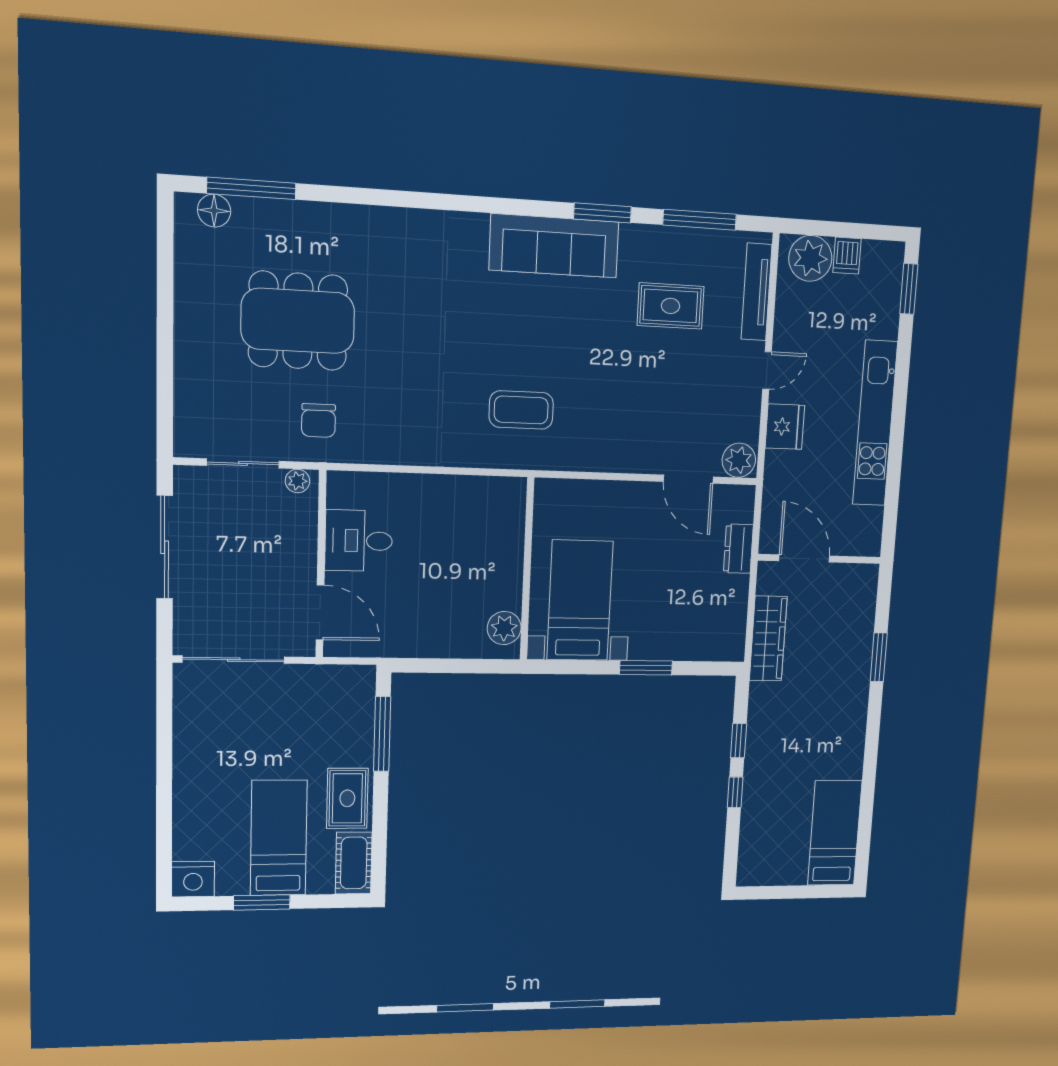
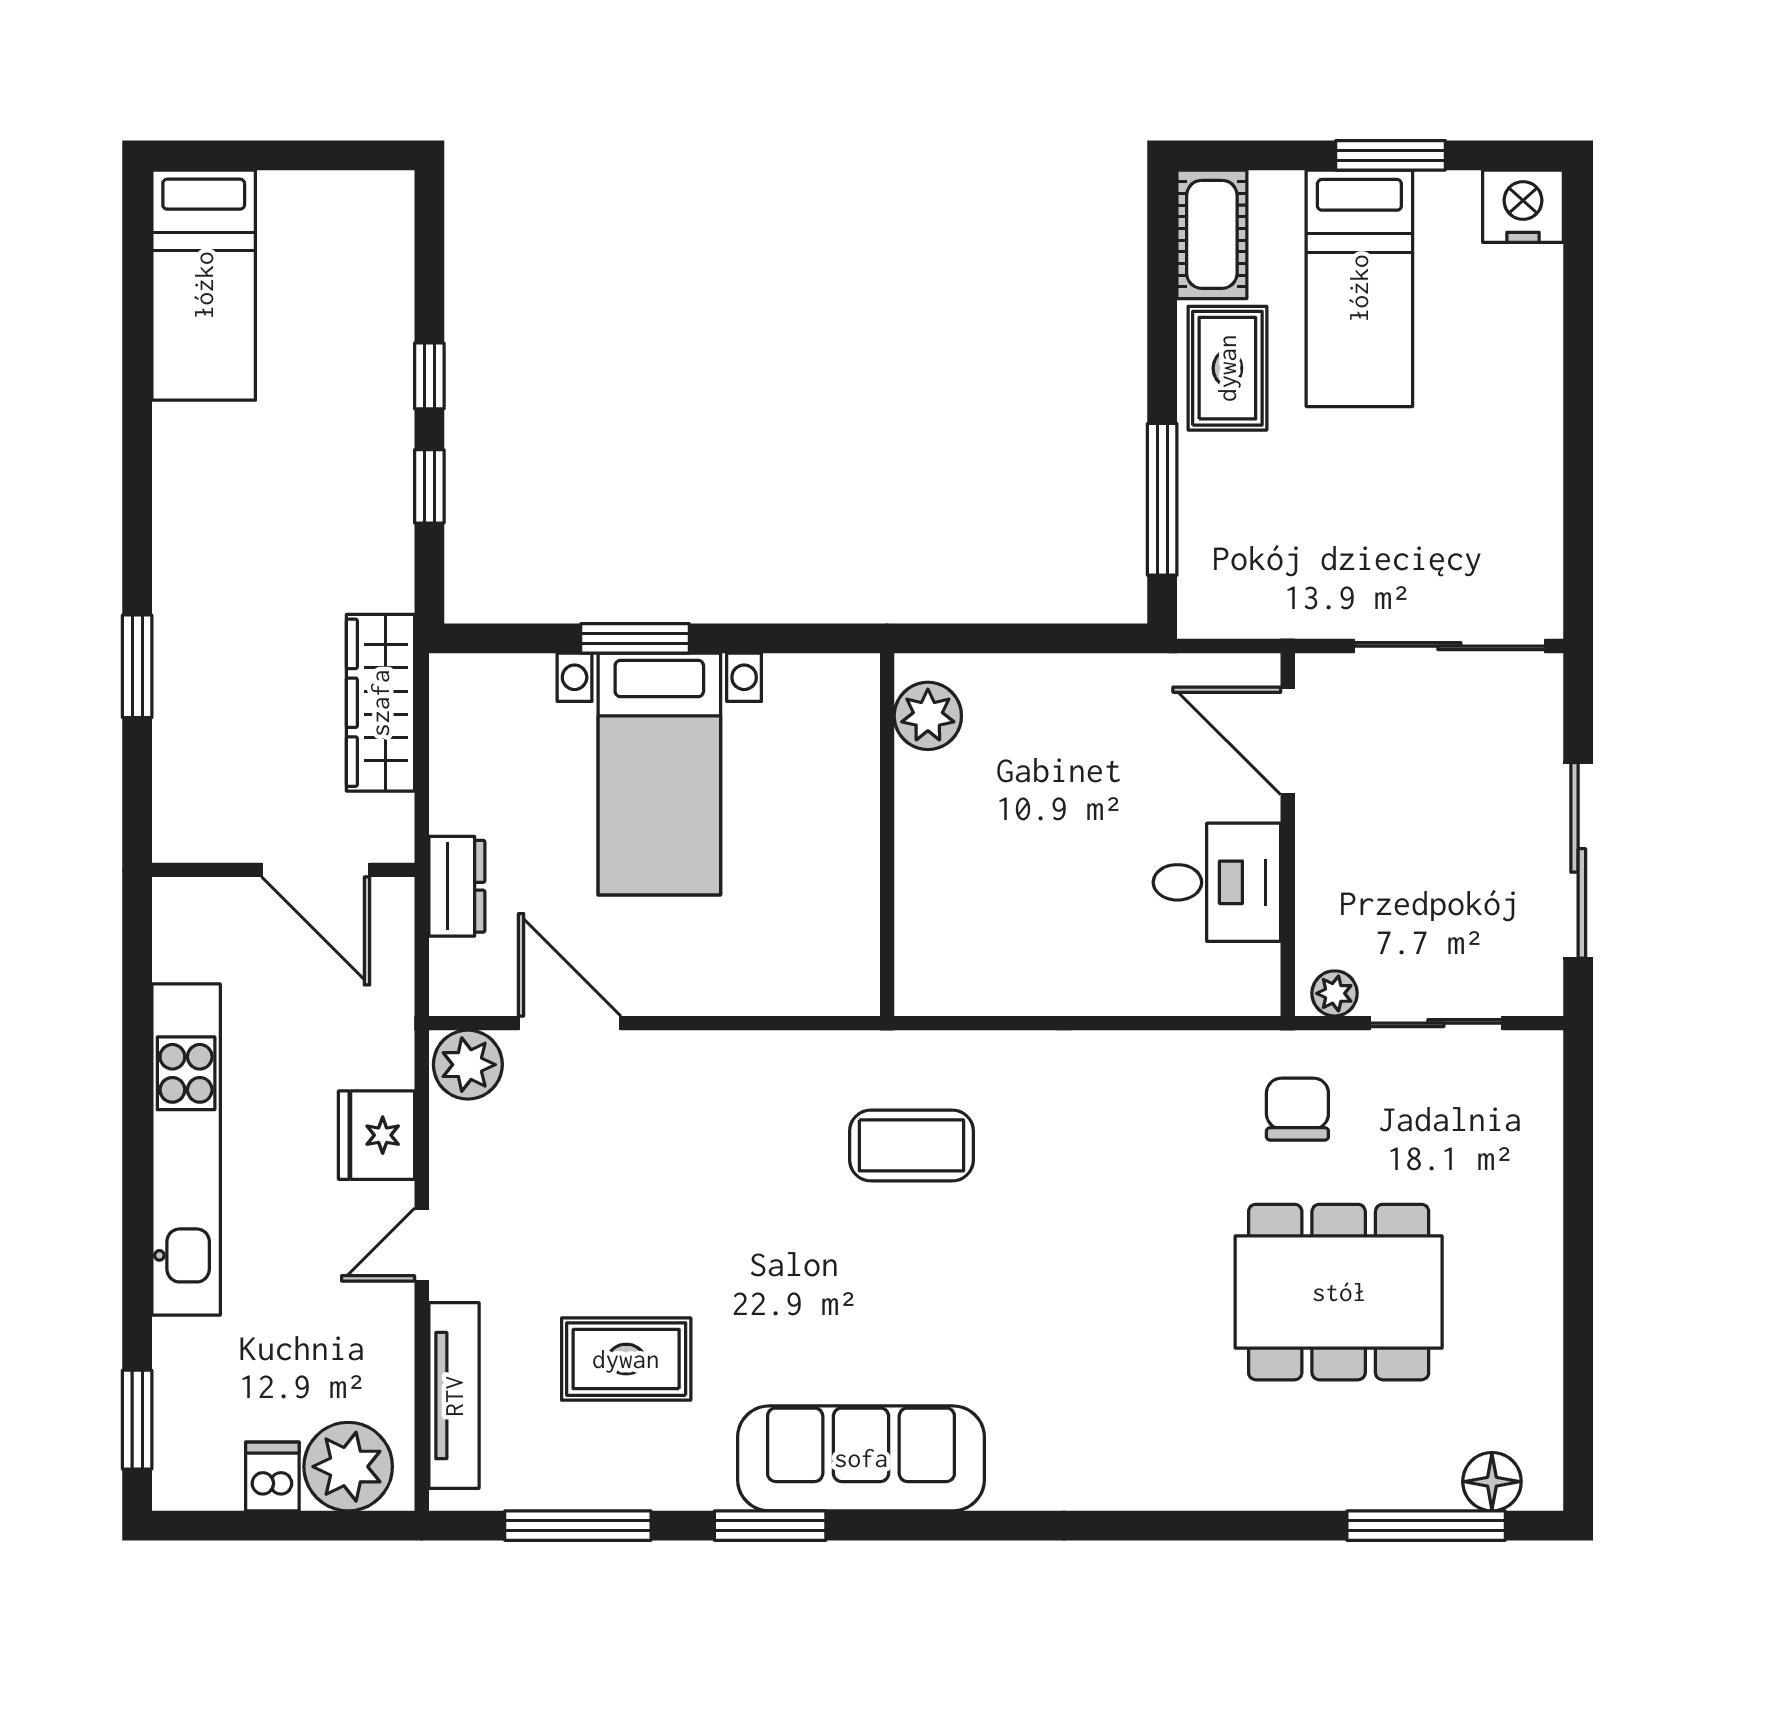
bed with nightstands: (580, 600) -> (659, 774), moved

